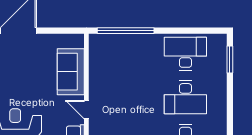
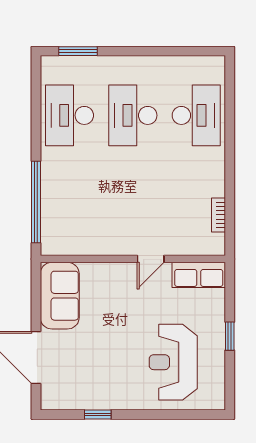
sofa: (71, 72) -> (60, 296), moved, turned -90
desk: (185, 97) -> (133, 115), turned 180

